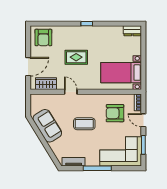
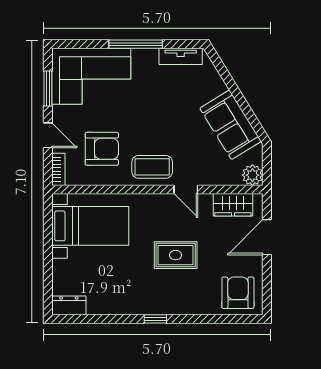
plant: (36, 99) -> (252, 175), added
coffee table: (84, 124) -> (152, 167), moved

